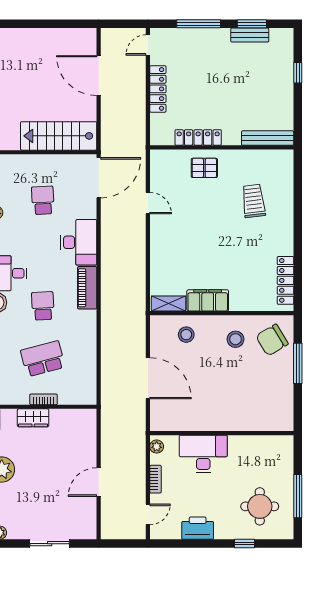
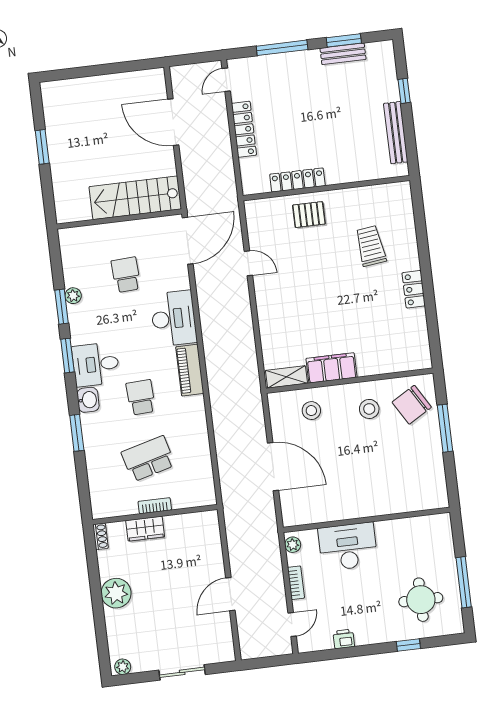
bench: (268, 138) -> (396, 133), moved, turned 90
locker: (286, 280) -> (414, 289), moved, width x0.66
printer: (198, 528) -> (344, 639), width x0.53, depth x0.68

